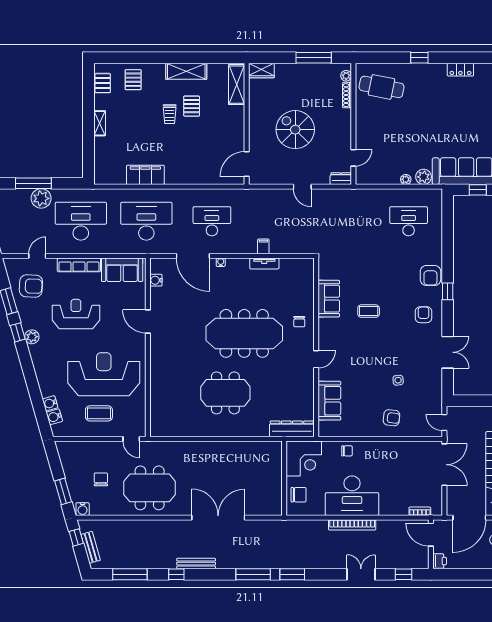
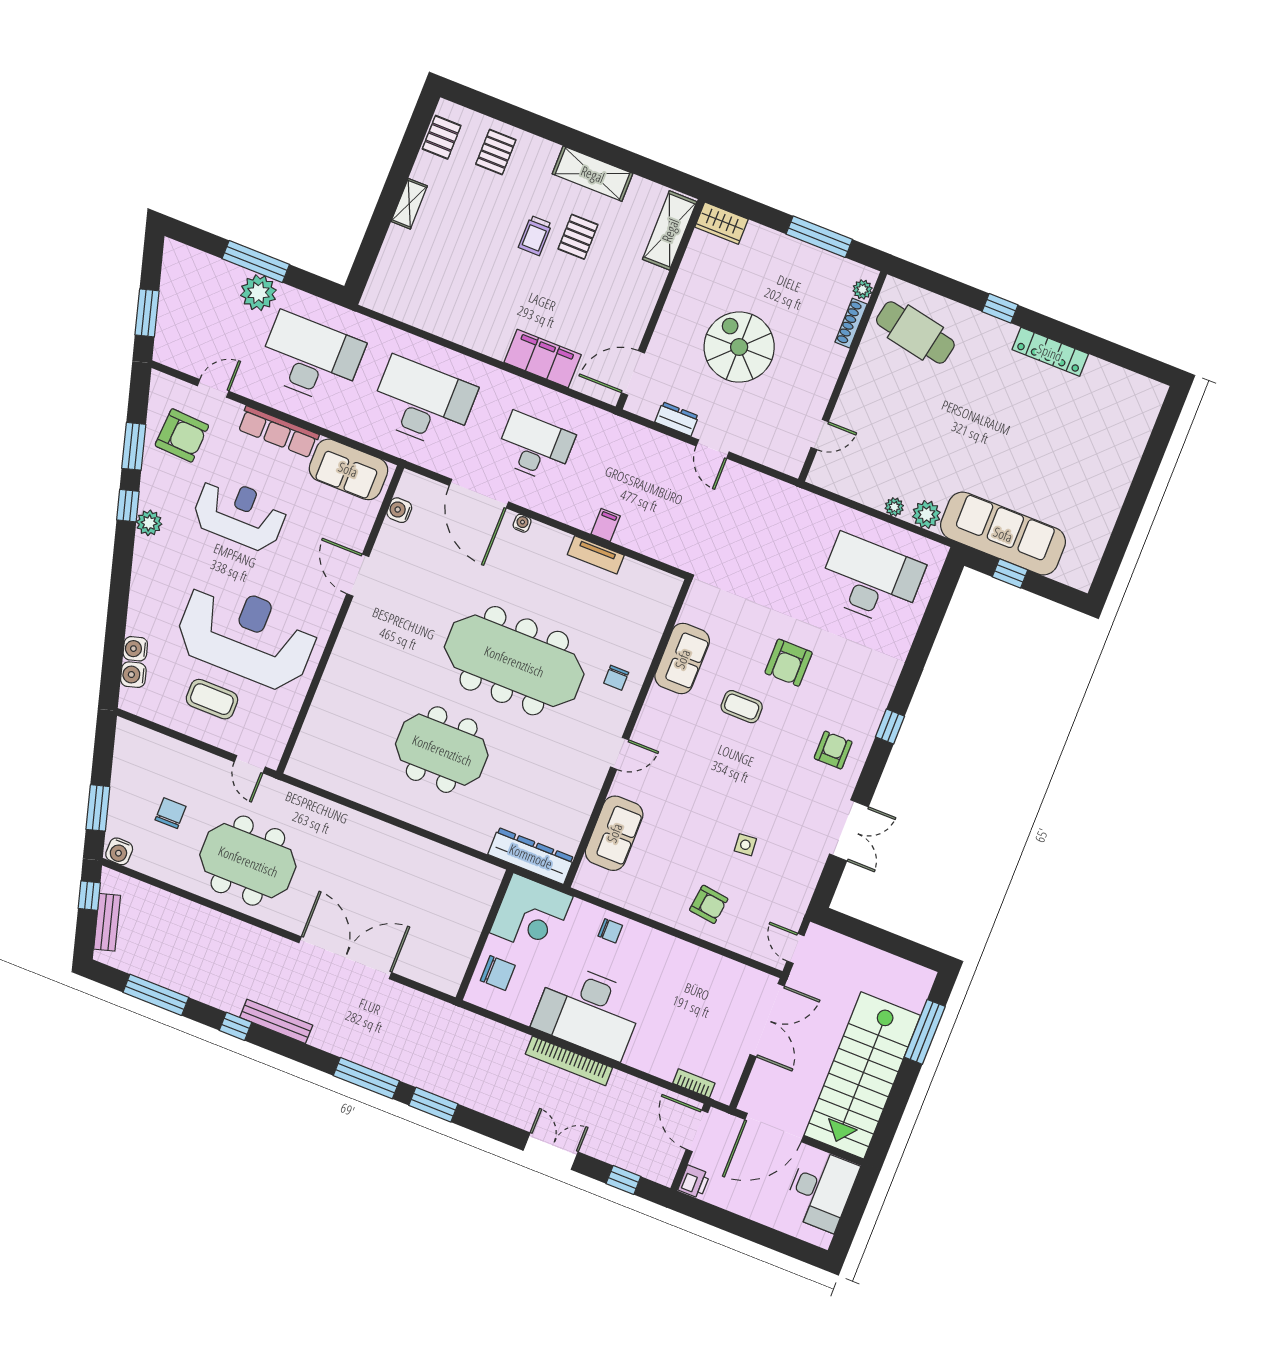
locker: (460, 70) -> (1050, 352), width x1.53
filing cabinet: (145, 175) -> (543, 359), moved
dresser: (341, 179) -> (677, 419), moved
desk: (409, 221) -> (871, 580), width x1.36, depth x1.30
armchair: (430, 275) -> (789, 663), moved

